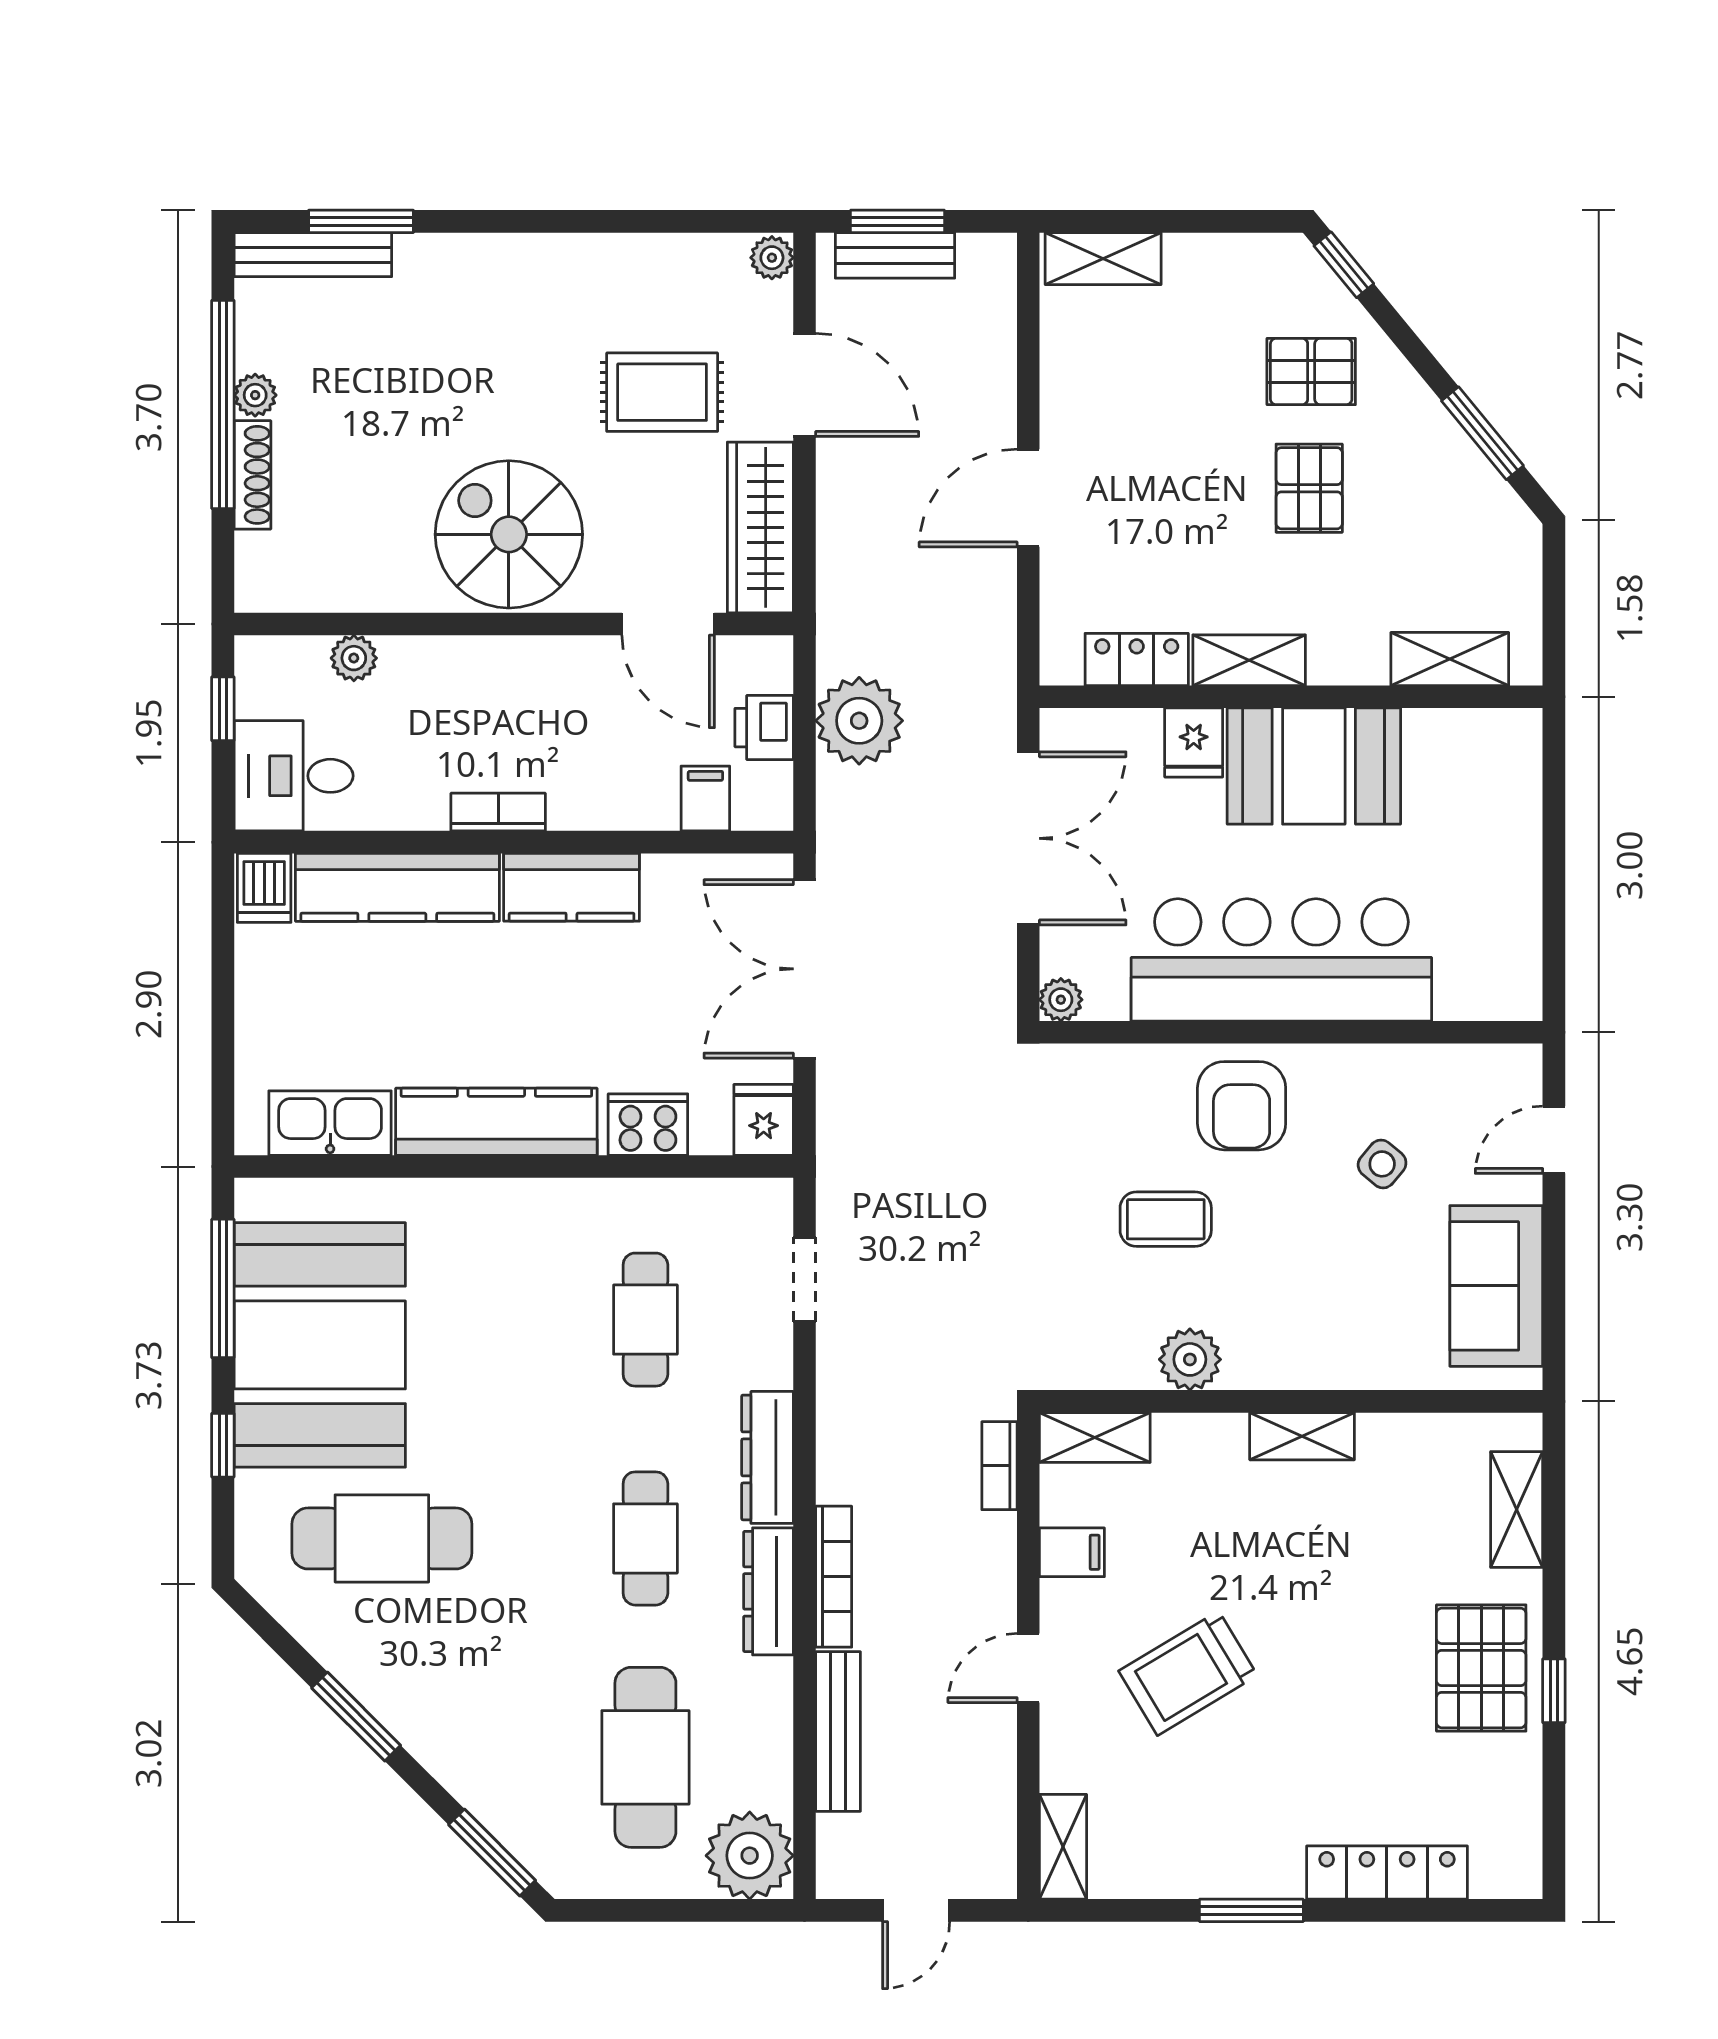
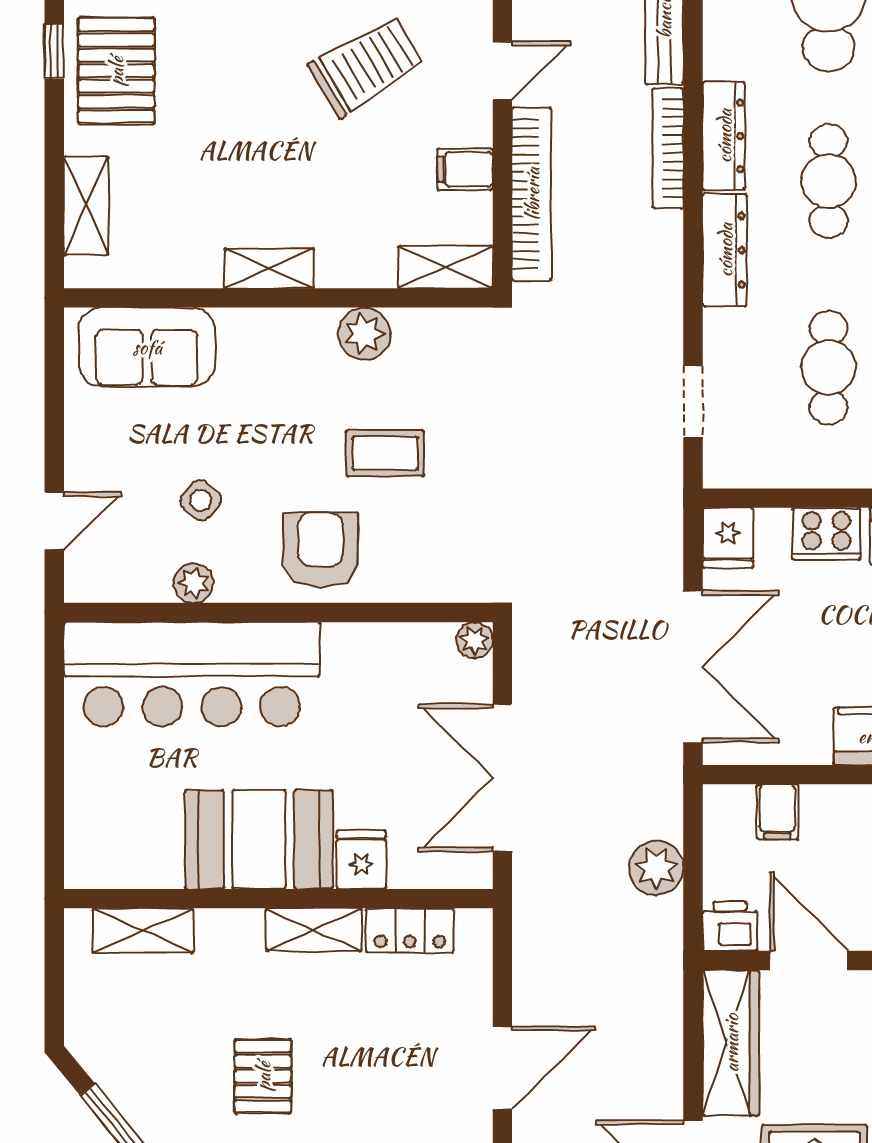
plant: (859, 721) -> (656, 868), width x0.73, depth x0.73
printer: (764, 728) -> (730, 926), moved, turned -90
bar counter: (1281, 960) -> (192, 674), moved
plant: (1390, 1067) -> (194, 583), added
sofa: (1496, 1286) -> (147, 347), moved, turned 90
bookcase: (999, 1466) -> (532, 194), width x2.31, depth x1.31

